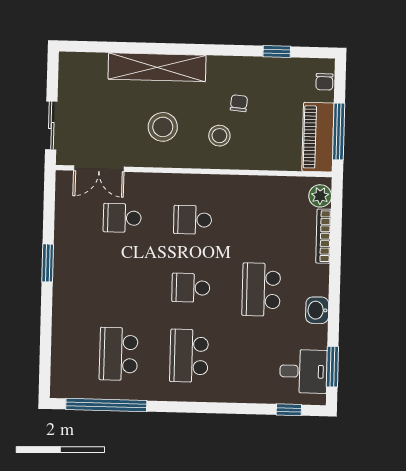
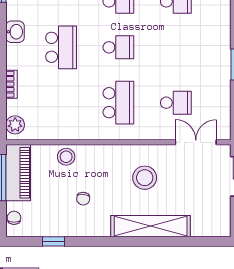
stool: (219, 136) -> (66, 157), moved
school desk: (193, 220) -> (118, 103), width x1.85
bookcase: (323, 236) -> (12, 84), width x0.64

